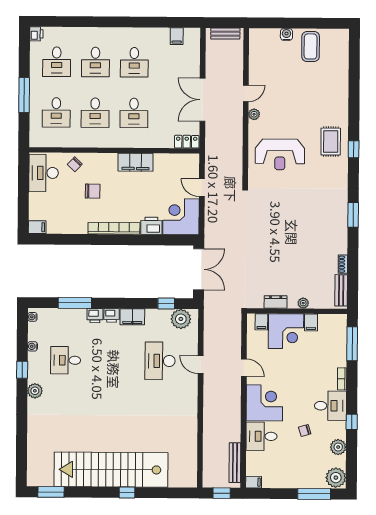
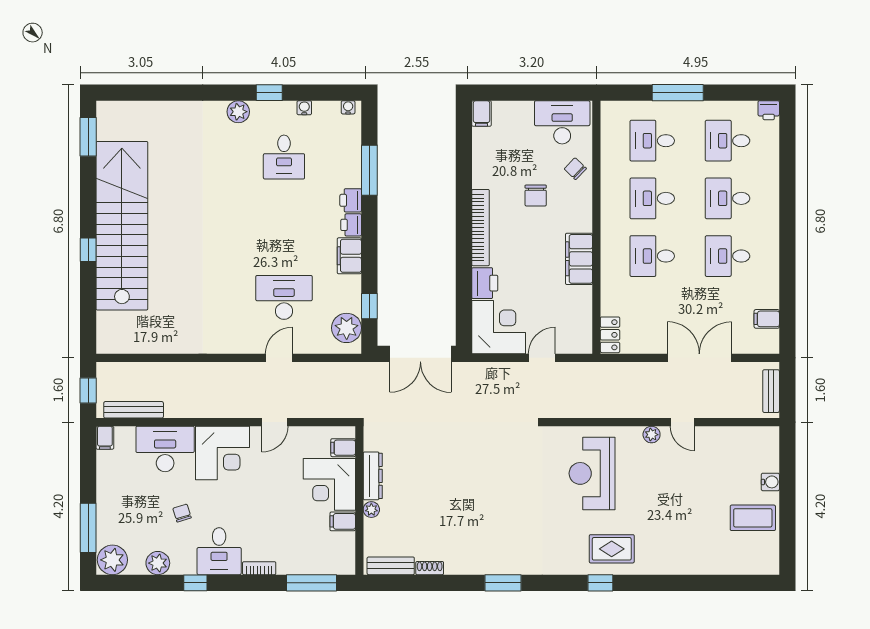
double door: (202, 100) -> (699, 358), moved
dresser: (276, 302) -> (373, 476), width x1.44
desk: (66, 360) -> (284, 157), turned 180
desk: (261, 436) -> (165, 449), width x1.37

